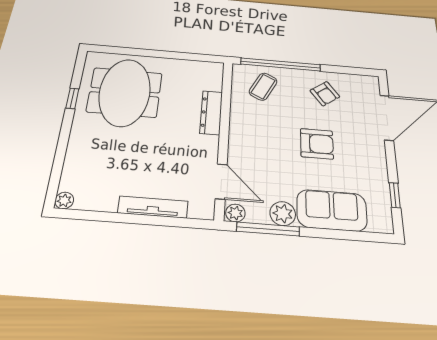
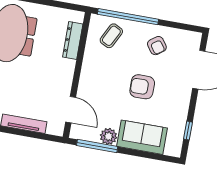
dresser: (211, 113) -> (73, 40), moved
armchair: (317, 144) -> (142, 87), turned 180
plant: (235, 213) -> (77, 133), removed

